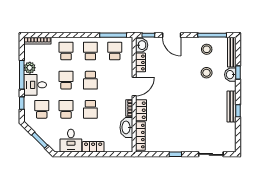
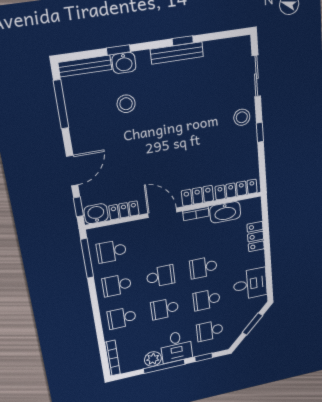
stool: (207, 49) -> (242, 117), moved
school desk: (90, 109) -> (203, 267), turned 180
locker: (93, 147) -> (256, 237), moved

